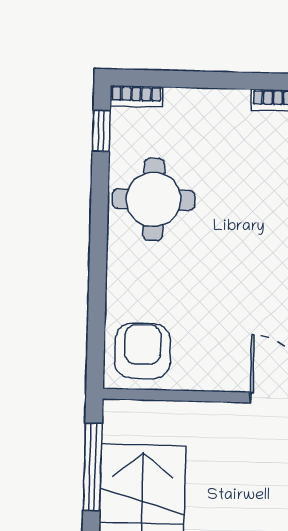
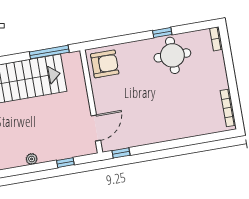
window: (101, 131) -> (162, 33), moved

